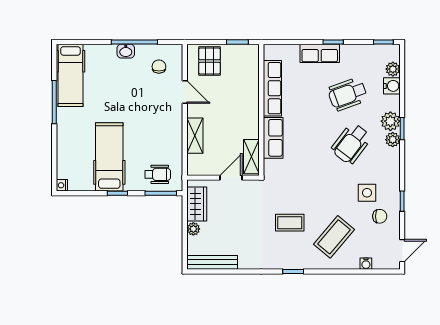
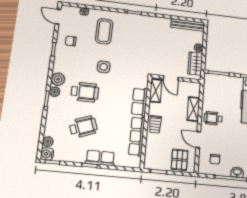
water cooler: (392, 86) -> (47, 154), moved
trolley: (248, 108) -> (155, 124), added
plant: (390, 121) -> (58, 79), moved
wheelchair: (351, 144) -> (85, 92), turned 53
wheelchair: (158, 174) -> (213, 118), moved
door: (231, 178) -> (171, 78), hinge flipped
side table: (367, 193) -> (104, 67), moved
coffee table: (290, 223) -> (133, 44), removed
coffee table: (334, 237) -> (104, 31), turned -40
door: (402, 251) -> (58, 17), hinge flipped

